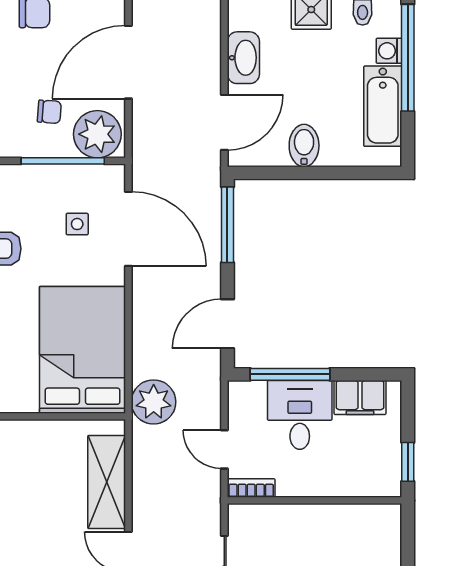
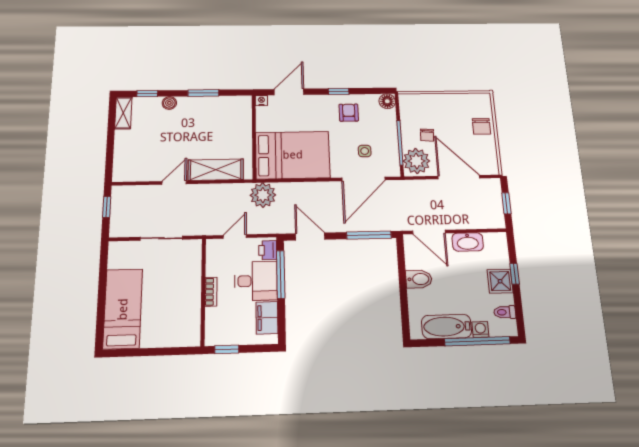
printer: (249, 395) -> (268, 250), added
bookcase: (251, 488) -> (211, 292), moved

